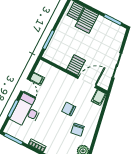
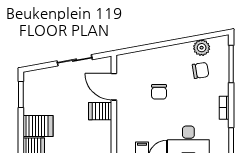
filing cabinet: (99, 97) -> (126, 62), removed
chair: (78, 130) -> (200, 70), moved

